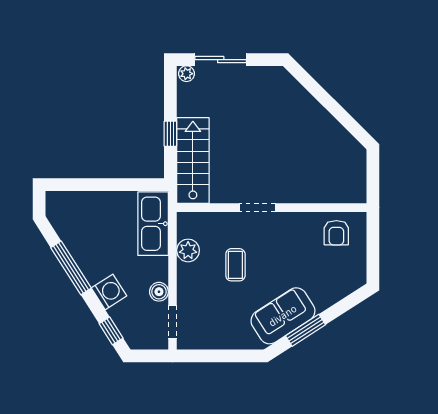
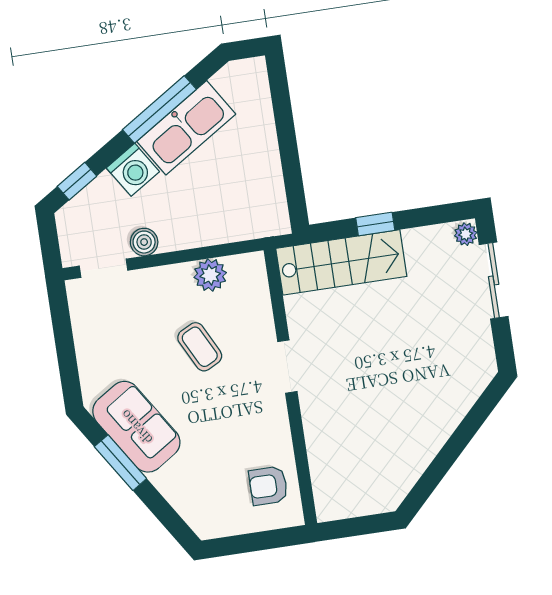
kitchen sink: (153, 224) -> (186, 128), moved, turned 148
coffee table: (235, 265) -> (200, 347), turned 63

